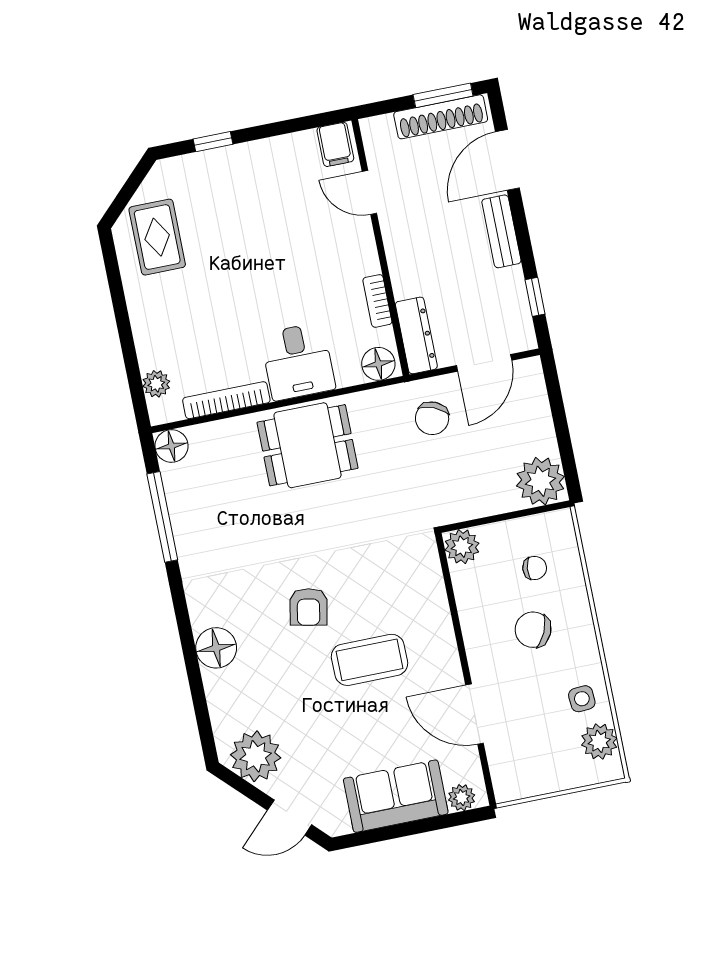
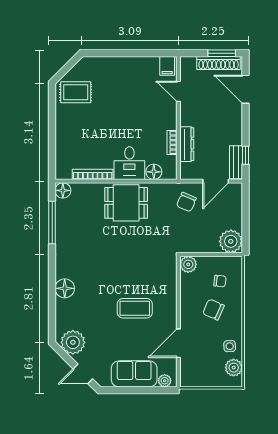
window: (213, 142) -> (111, 53), removed
door: (507, 160) -> (245, 89), hinge flipped
bench: (501, 231) -> (236, 162), moved
rug: (157, 237) -> (76, 92), turned 90
dresser: (416, 335) -> (187, 144), moved
floor lamp: (378, 364) -> (154, 172), moved
plant: (156, 384) -> (62, 160), removed
armchair: (308, 607) -> (111, 278), removed
door: (475, 714) -> (178, 343), hinge flipped

